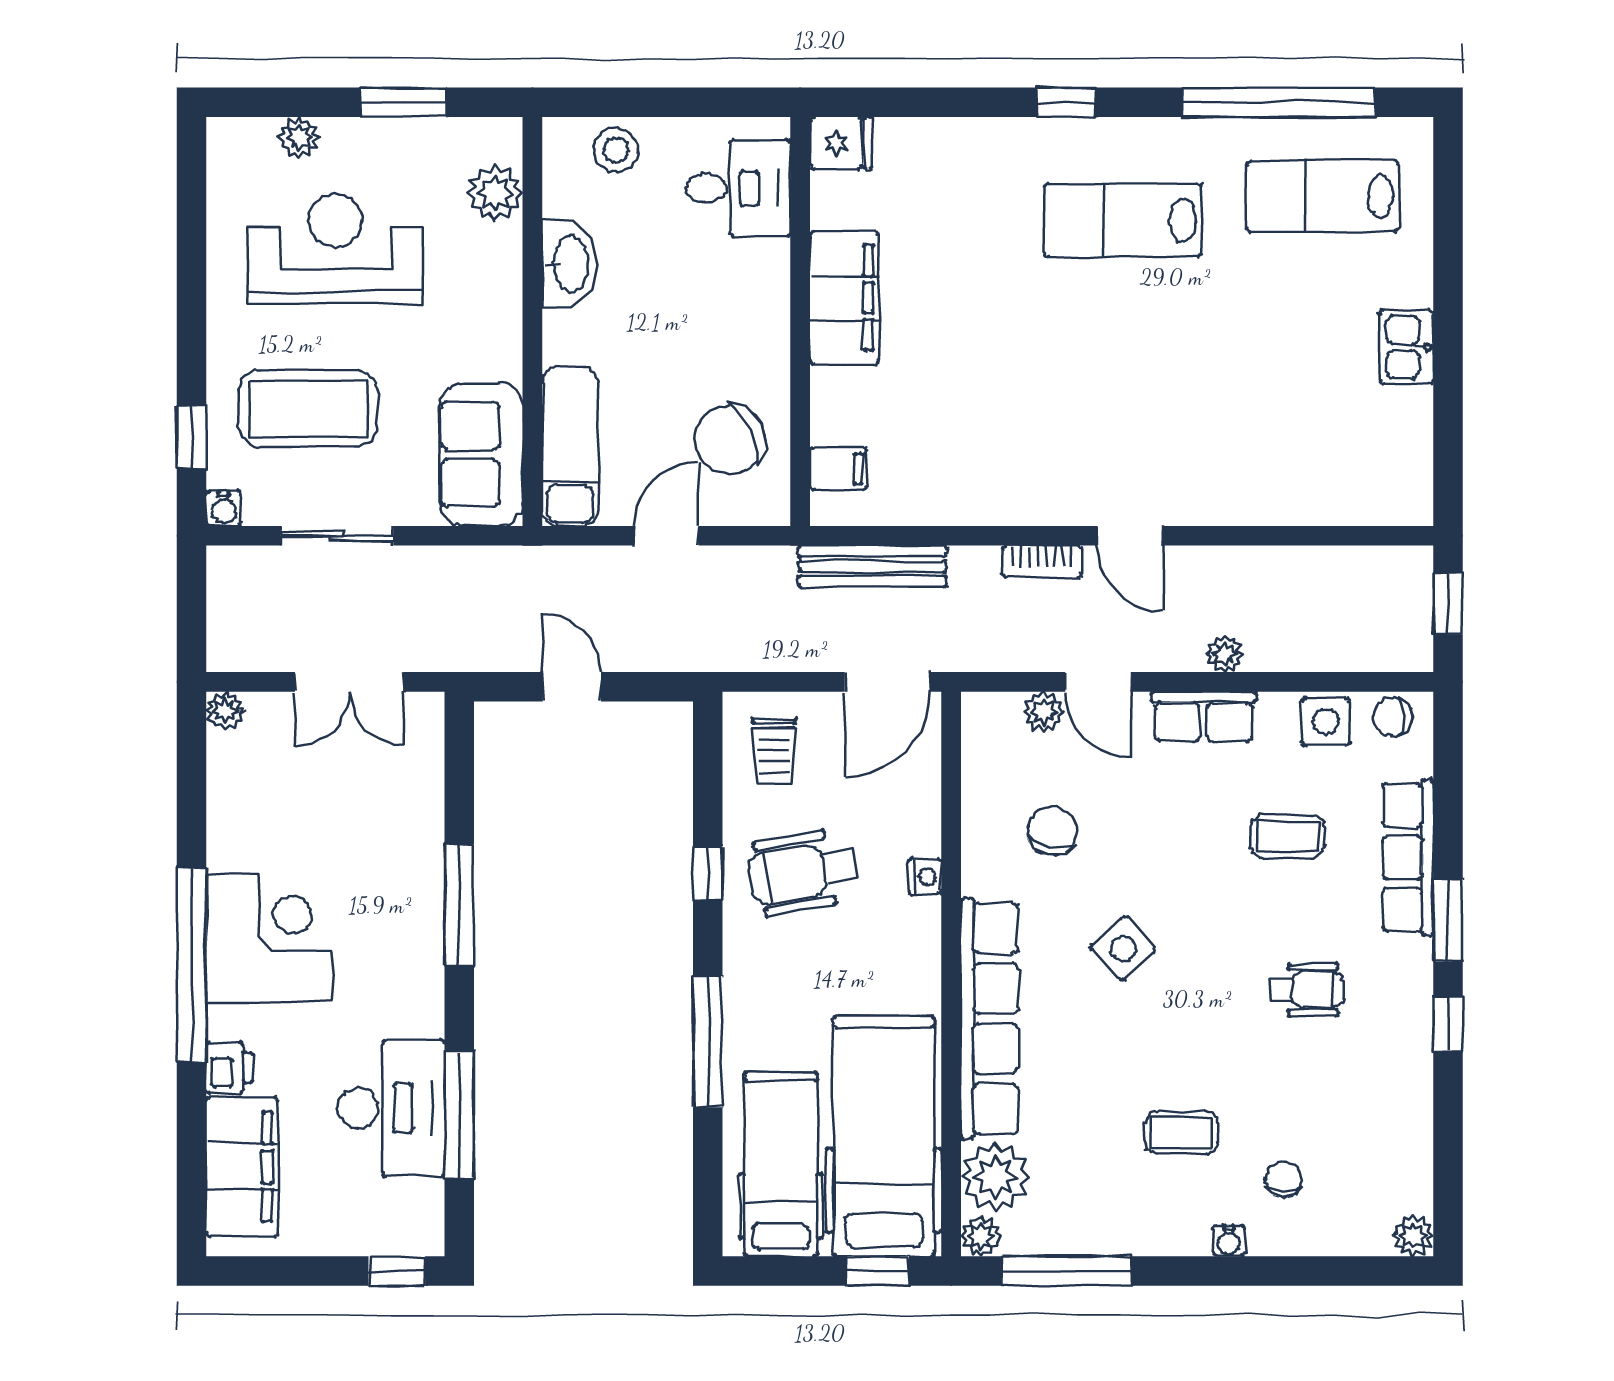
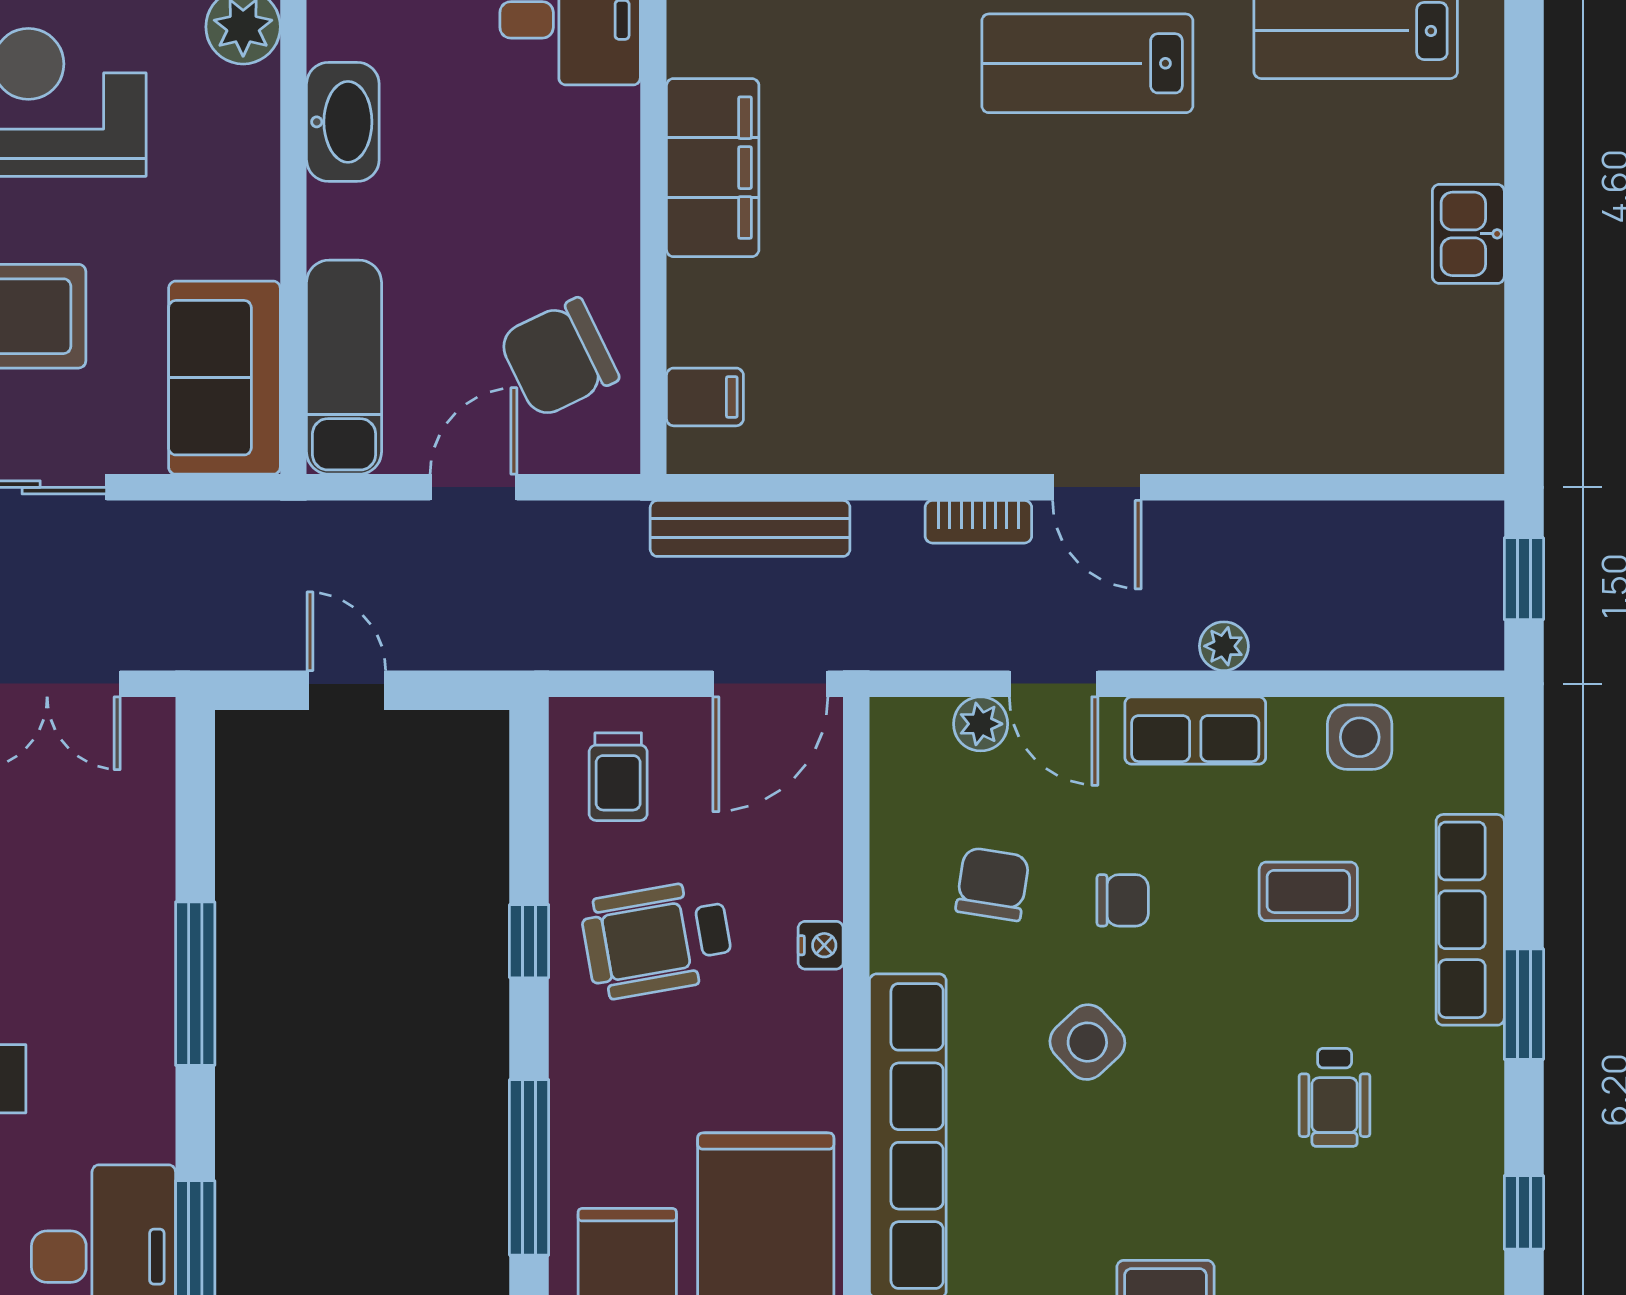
chair: (1392, 717) -> (1123, 900), moved, turned 180
wheelchair: (1307, 990) -> (1335, 1097), turned 90
window: (1448, 1024) -> (1524, 1212), moved

